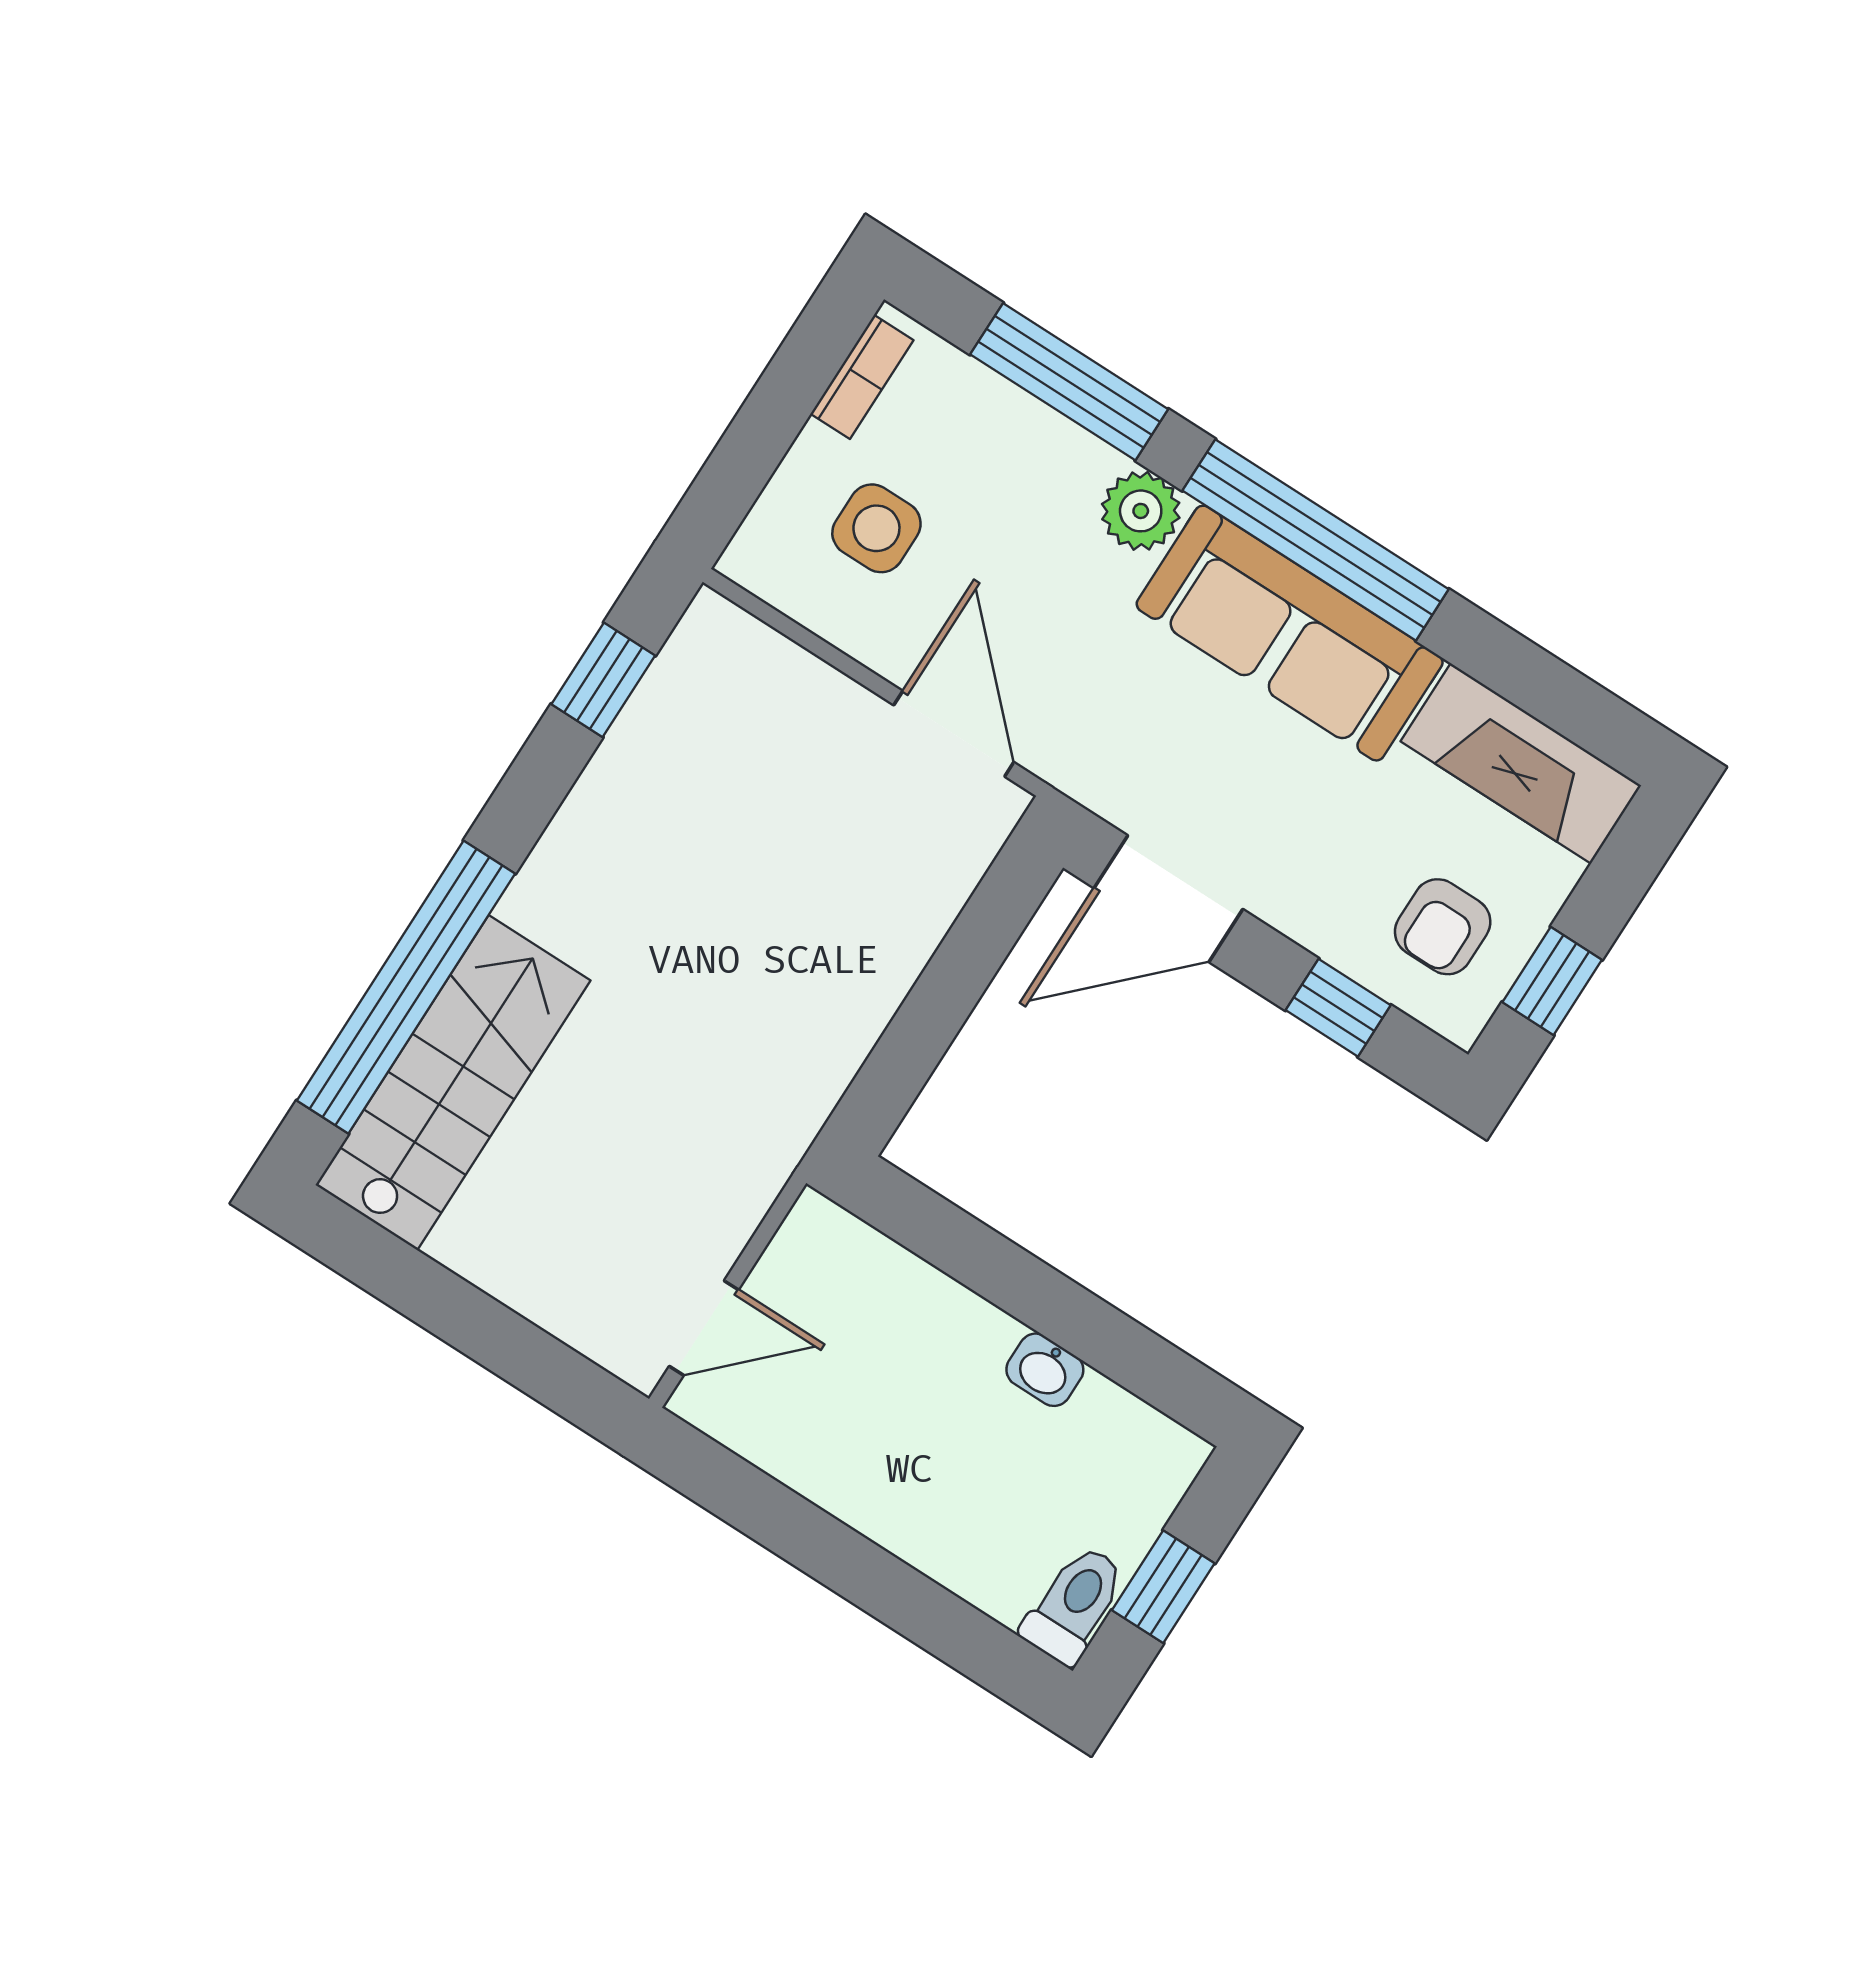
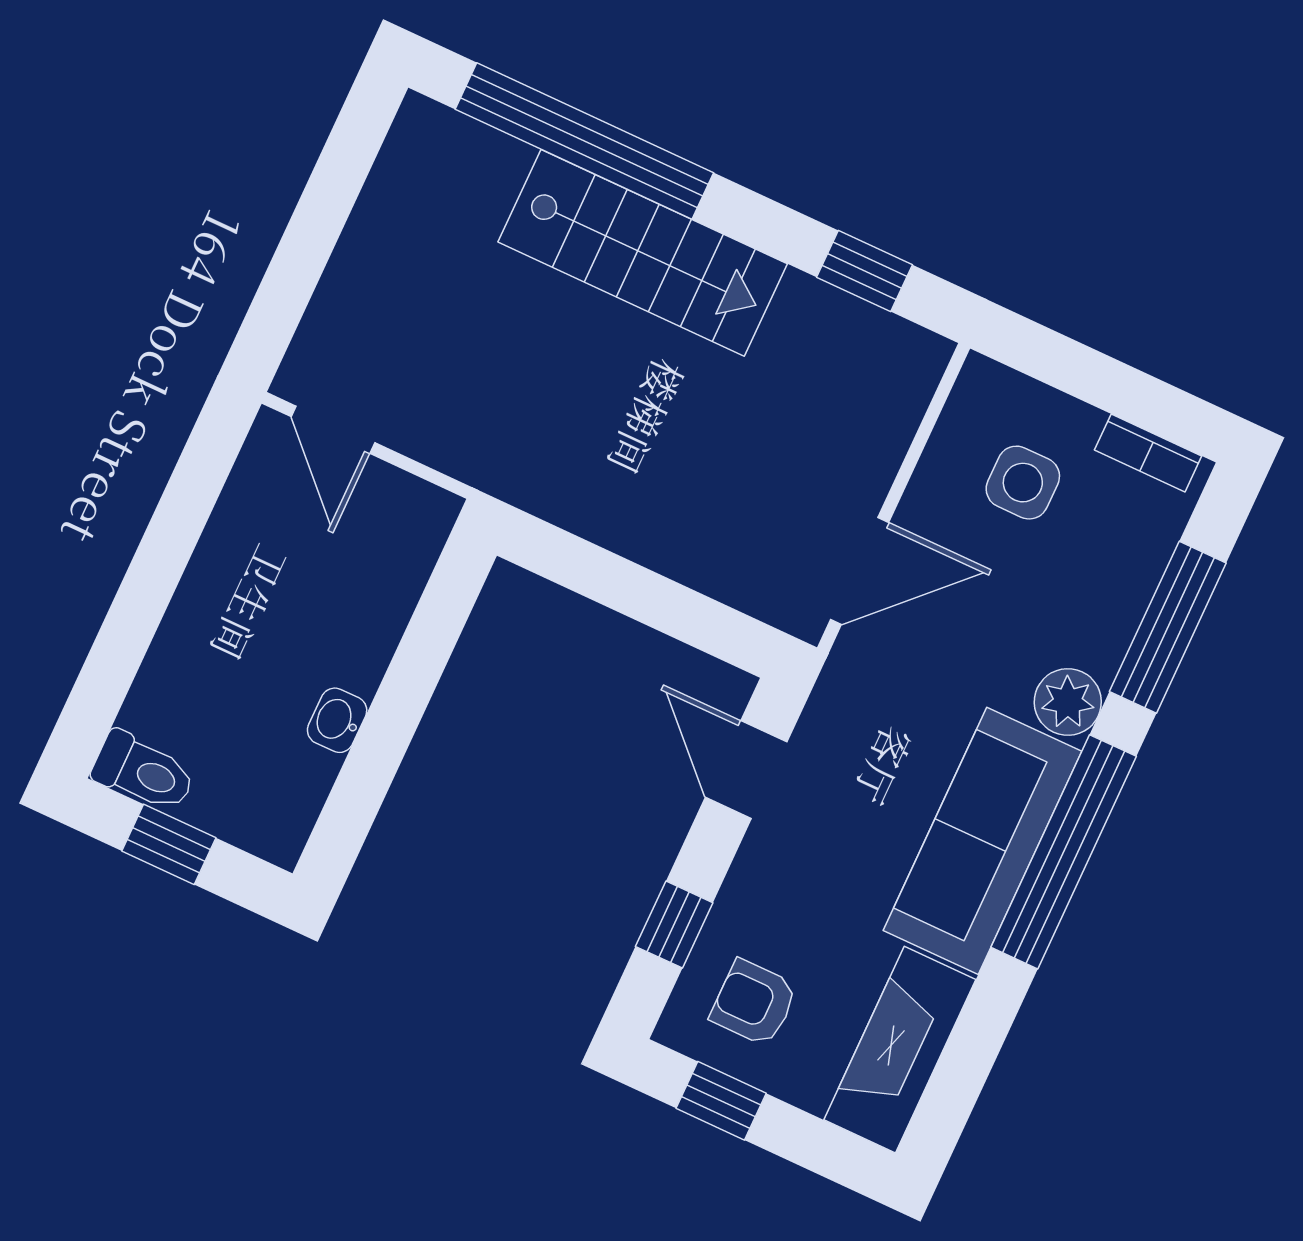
door: (1168, 899) -> (746, 770), width x0.73
stairs: (453, 1083) -> (643, 253), moved

